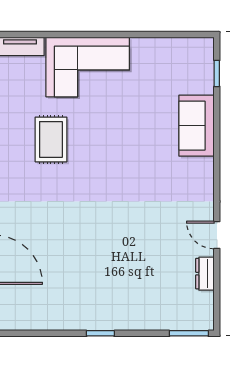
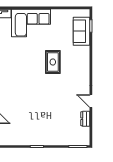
sofa: (197, 126) -> (81, 31), moved
rug: (51, 139) -> (53, 62), moved

